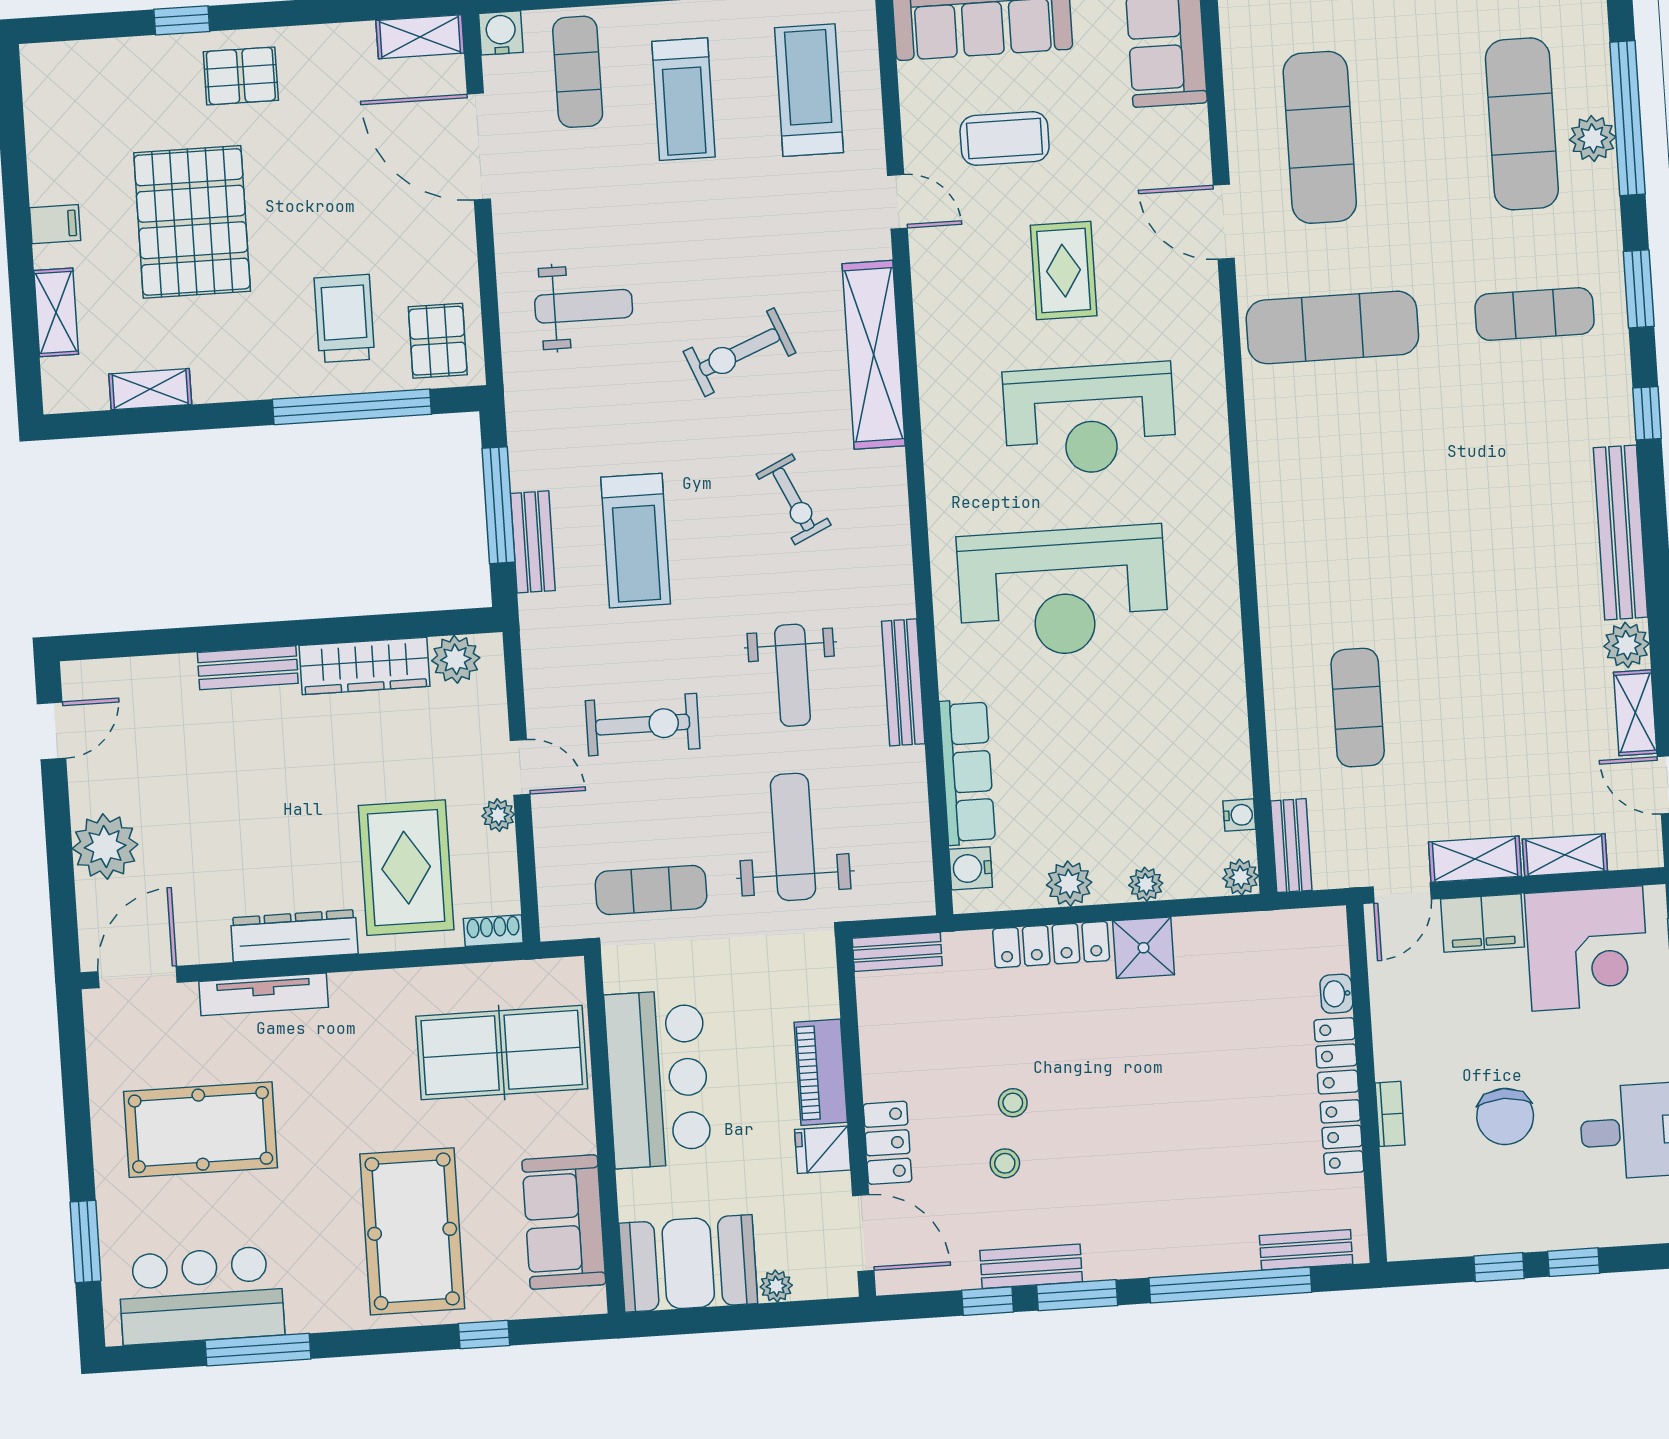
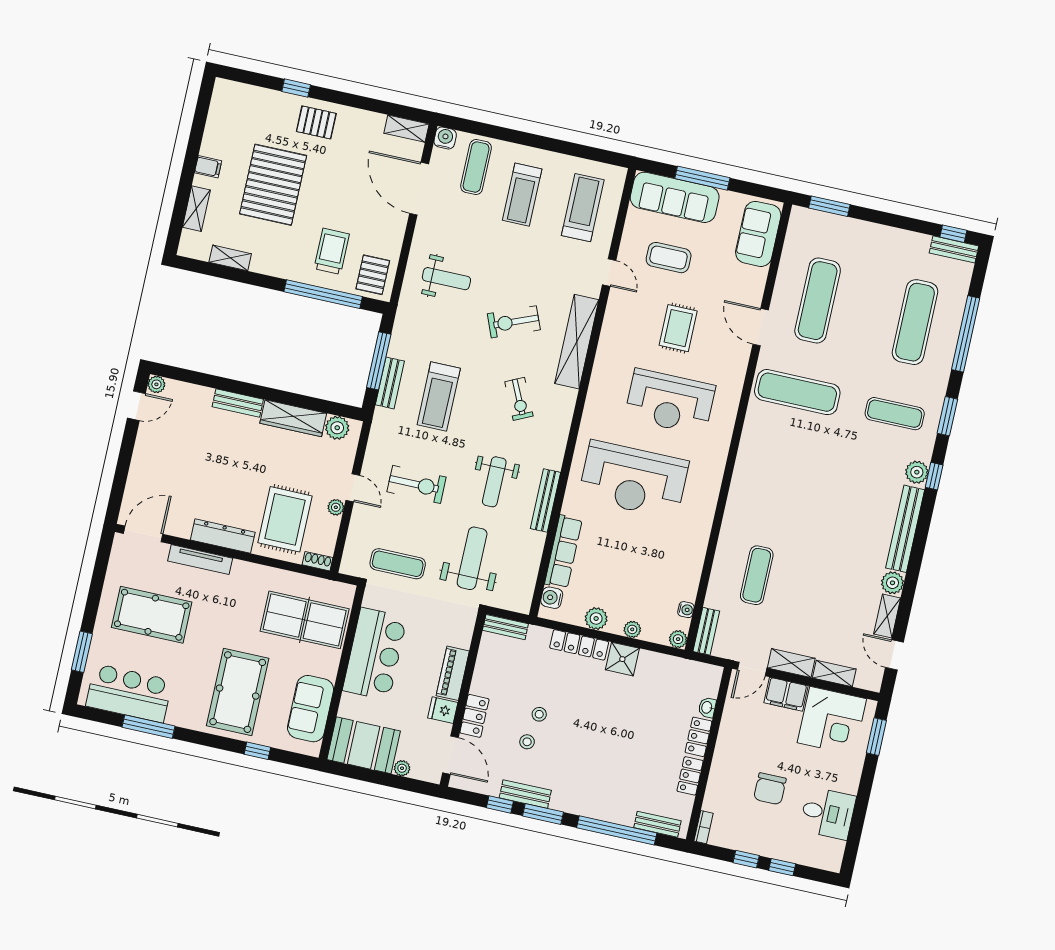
plant: (1593, 138) -> (917, 472), moved
plant: (105, 847) -> (156, 384), moved, width x0.53, depth x0.53
bookcase: (1390, 1114) -> (704, 827), moved

